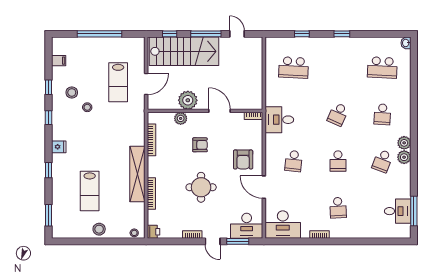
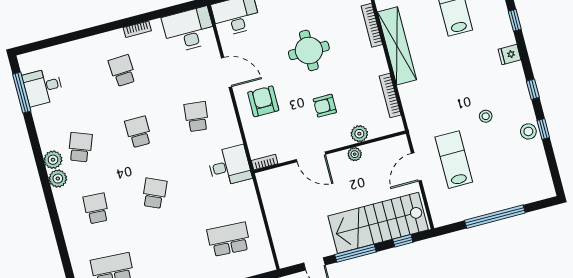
filing cabinet: (59, 61) -> (539, 168), removed
stool: (72, 92) -> (528, 131), moved
plant: (188, 100) -> (355, 154), width x0.53, depth x0.53

